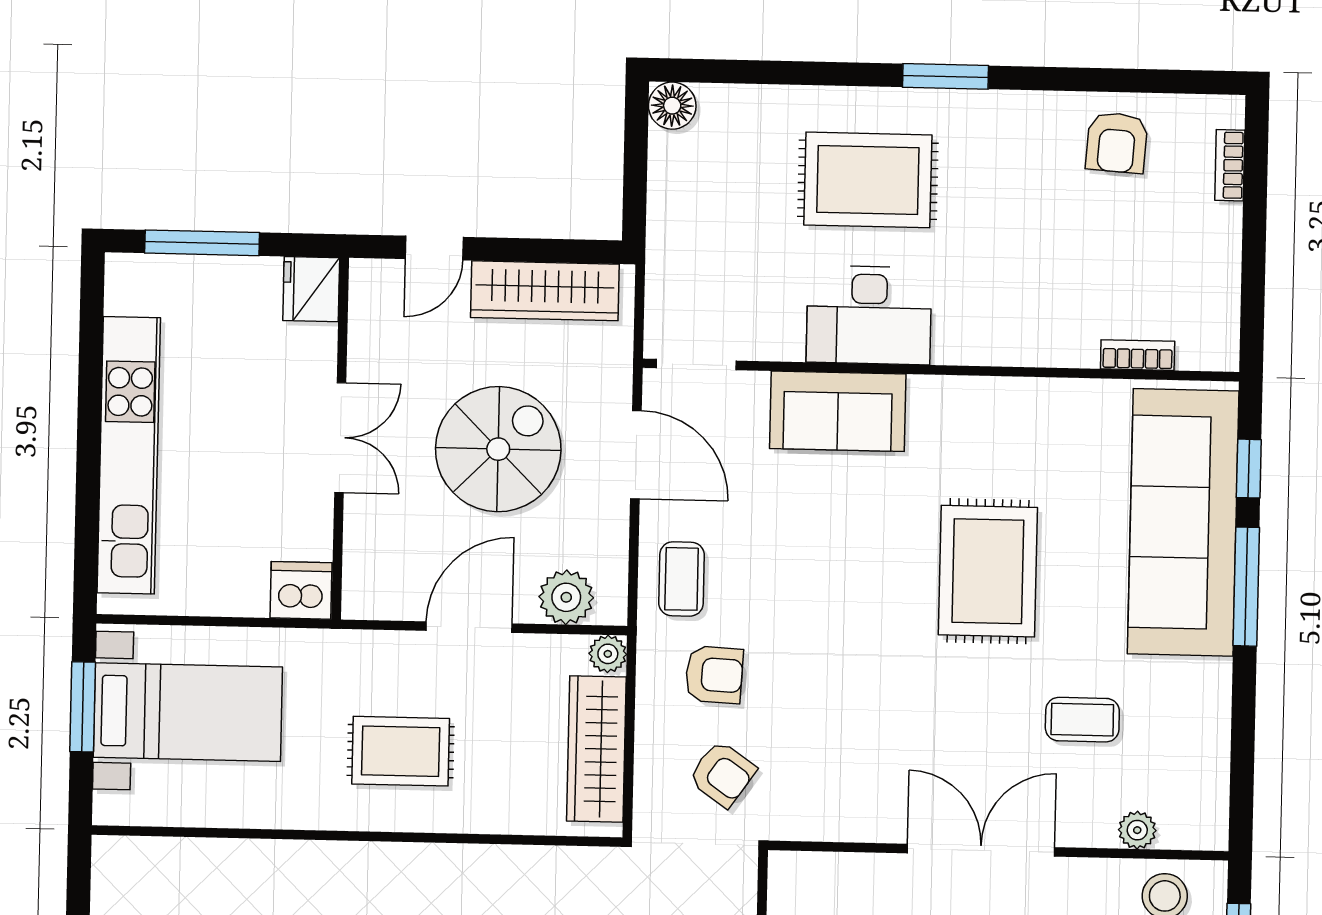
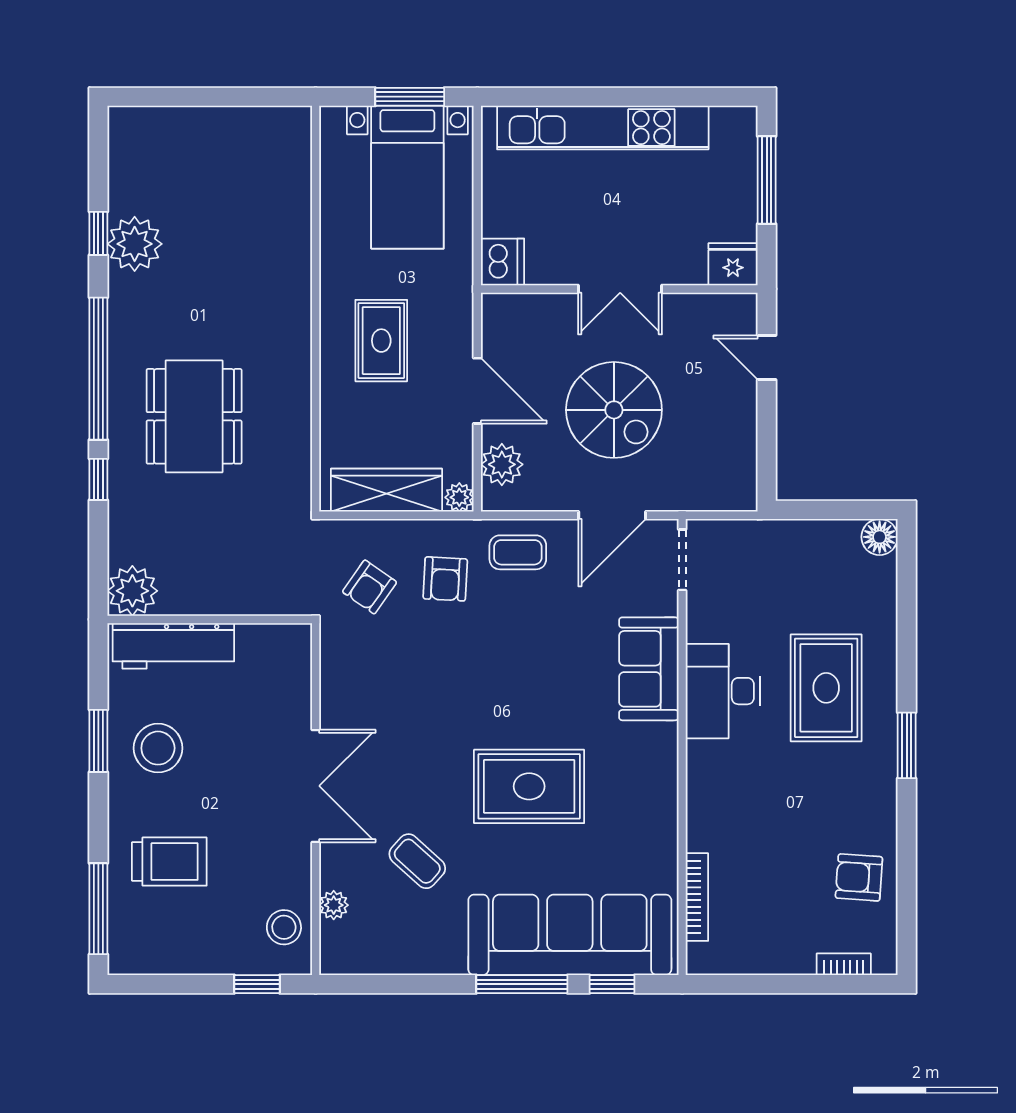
wardrobe: (545, 291) -> (736, 443), removed
bookcase: (1138, 355) -> (697, 897), width x1.56
coffee table: (1082, 720) -> (417, 861), turned -48

